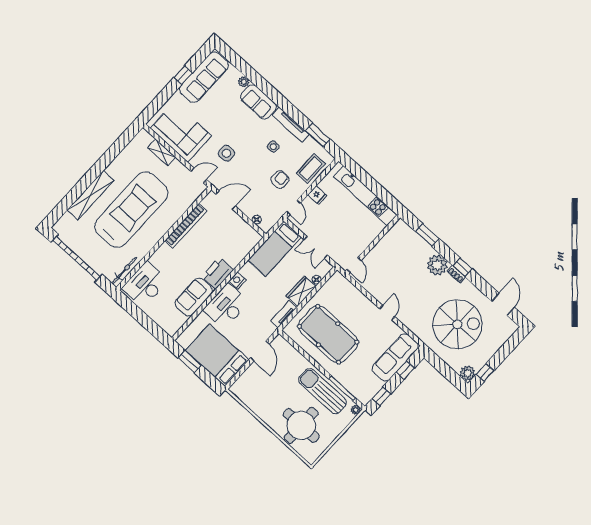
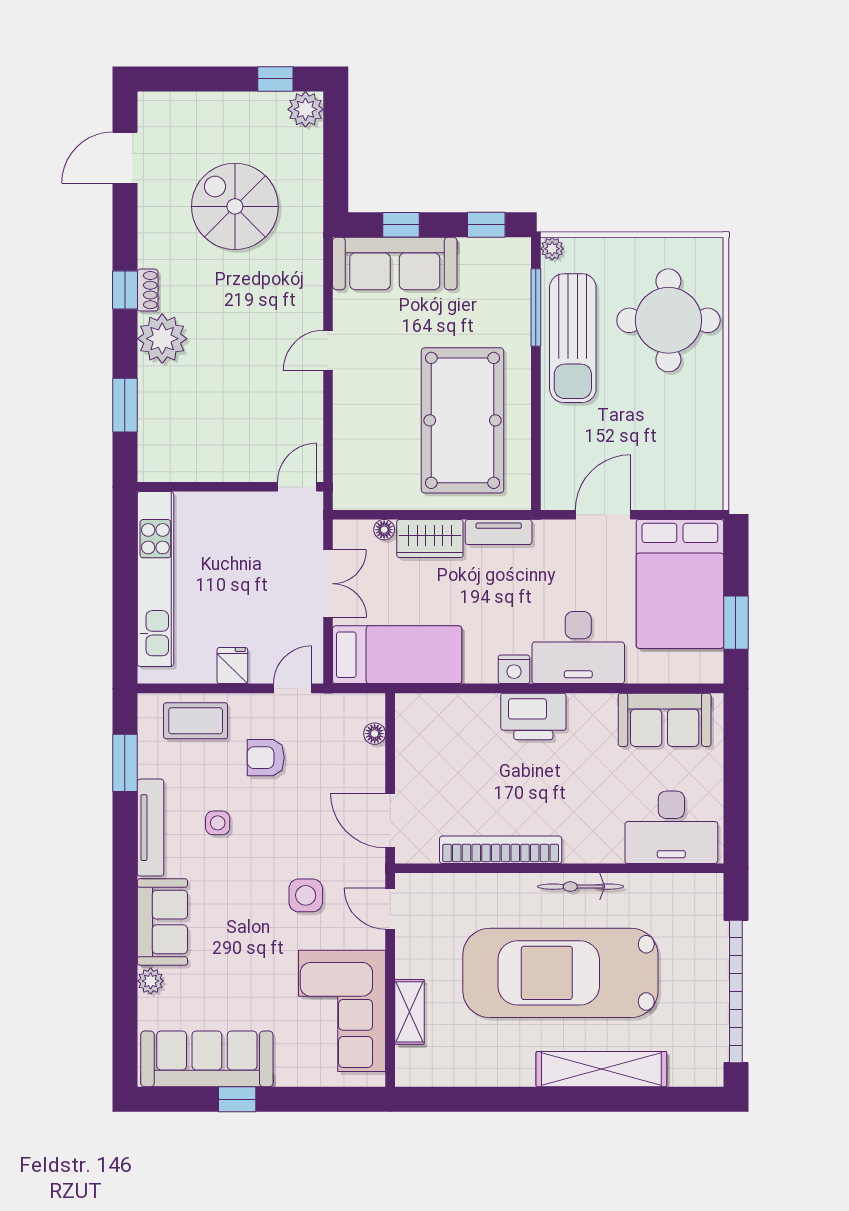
bicycle: (124, 271) -> (581, 887), moved
sofa: (194, 297) -> (665, 720), moved
spiral stairs: (457, 324) -> (235, 206), width x0.73, depth x0.73

